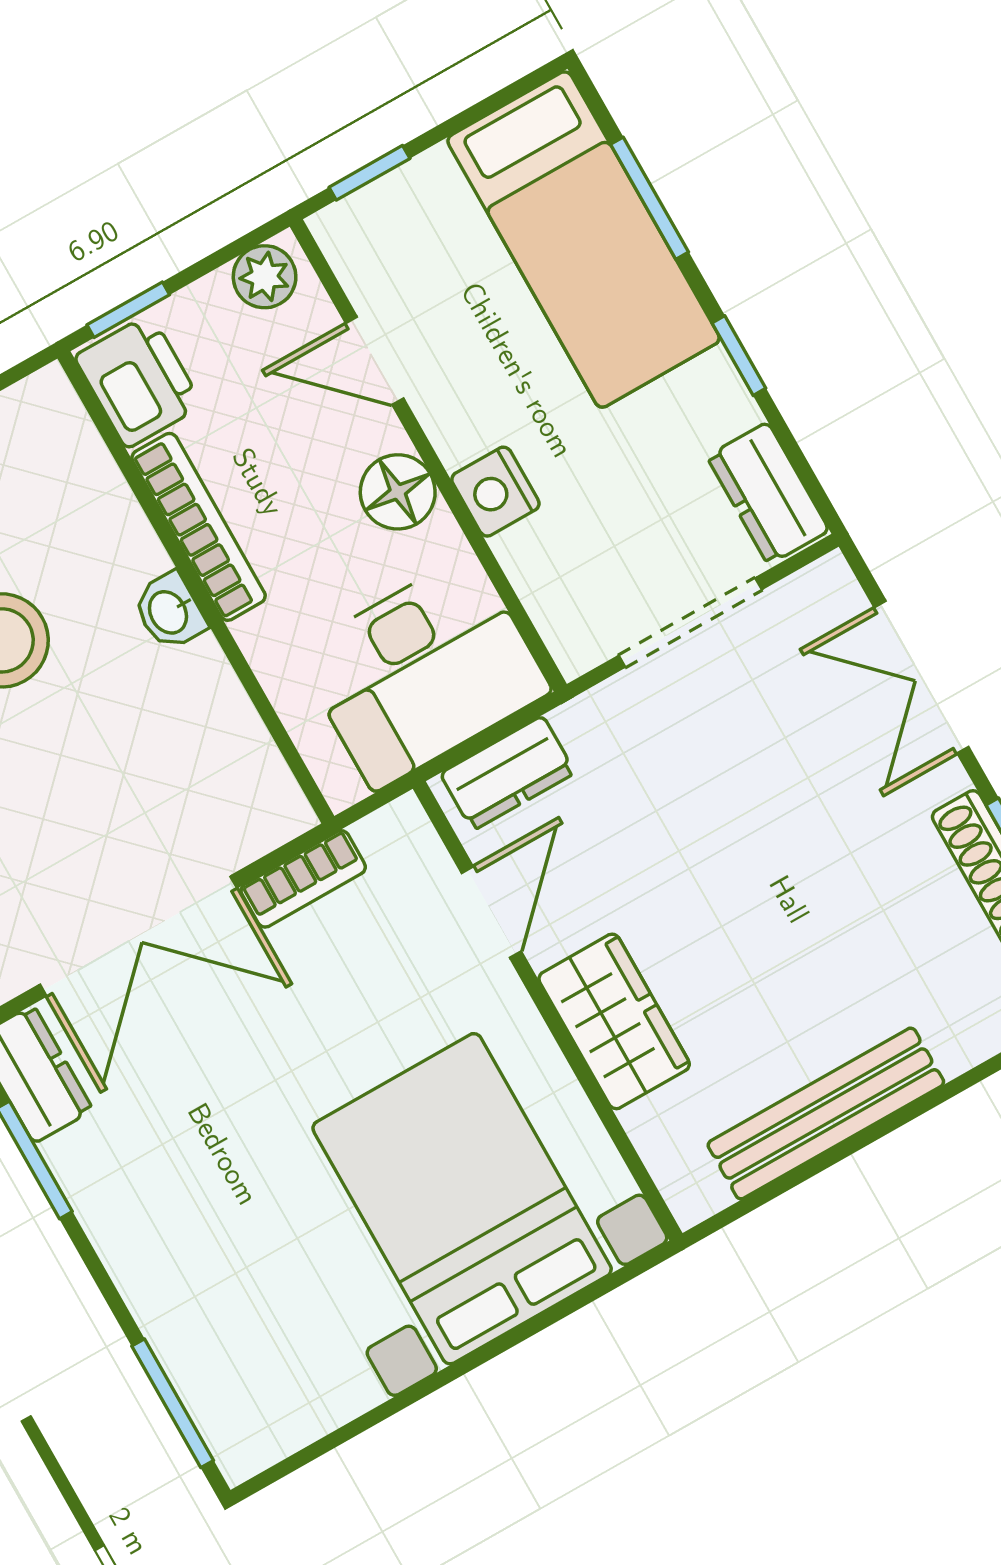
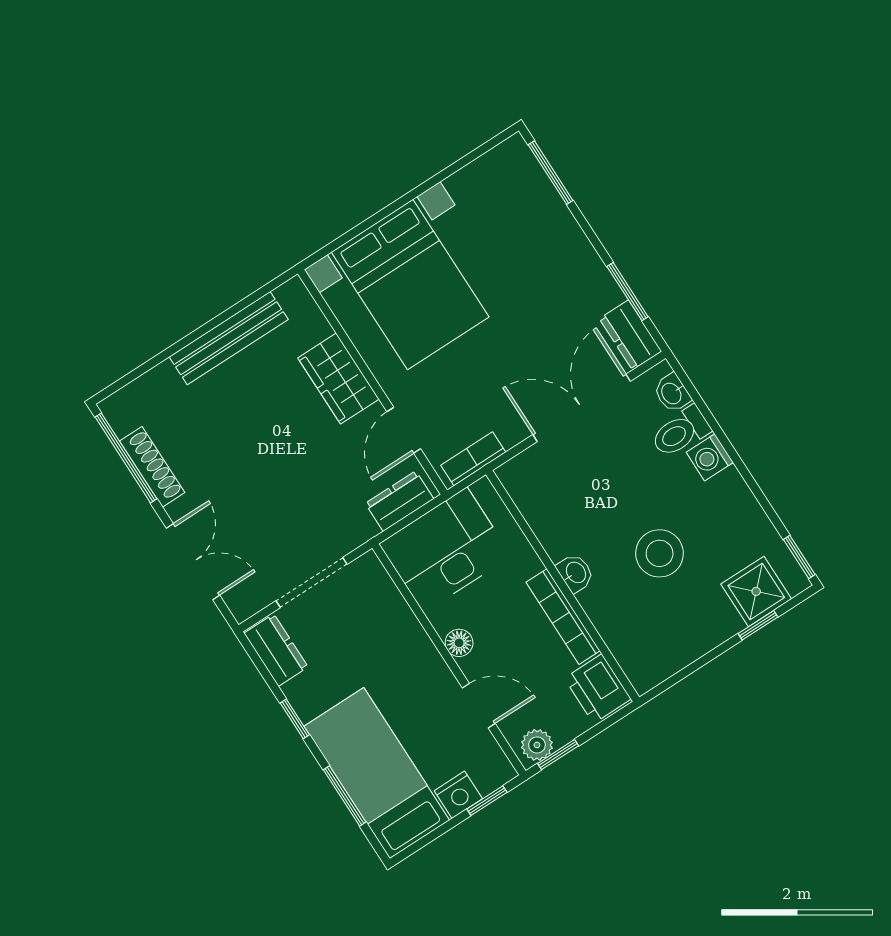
window: (128, 310) -> (558, 755), moved
floor lamp: (398, 492) -> (459, 643), width x0.73, depth x0.73
nightstand: (495, 492) -> (458, 795), moved, turned 90
bookcase: (303, 879) -> (473, 459), moved

